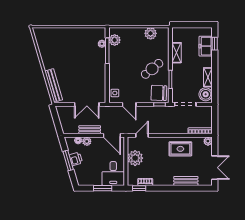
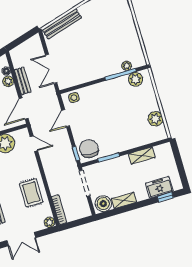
cafe table: (152, 69) -> (115, 133), removed

